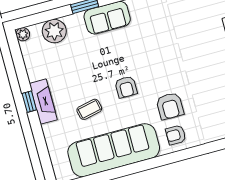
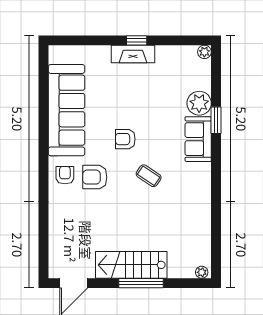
plant: (54, 31) -> (199, 103), moved
coffee table: (89, 109) -> (149, 176), moved, turned -44

